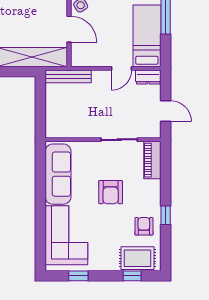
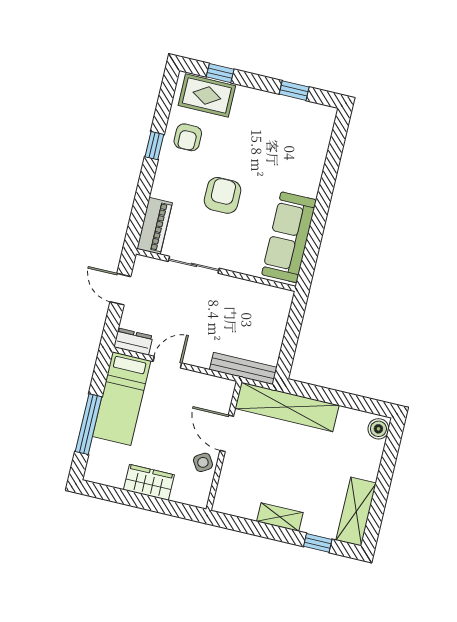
corner sofa: (66, 235) -> (297, 150), removed

